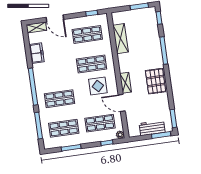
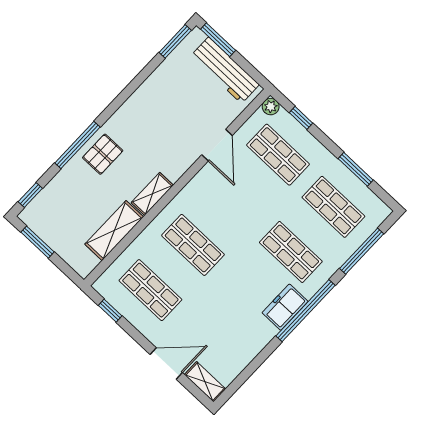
door: (55, 18) -> (166, 363), hinge flipped
freezer: (37, 53) -> (285, 307), moved
pallet: (156, 81) -> (103, 154), moved, width x0.67, depth x0.71
shelving: (126, 83) -> (152, 194), moved
display table: (98, 86) -> (220, 206), removed
workbench: (152, 128) -> (225, 70), width x1.38

